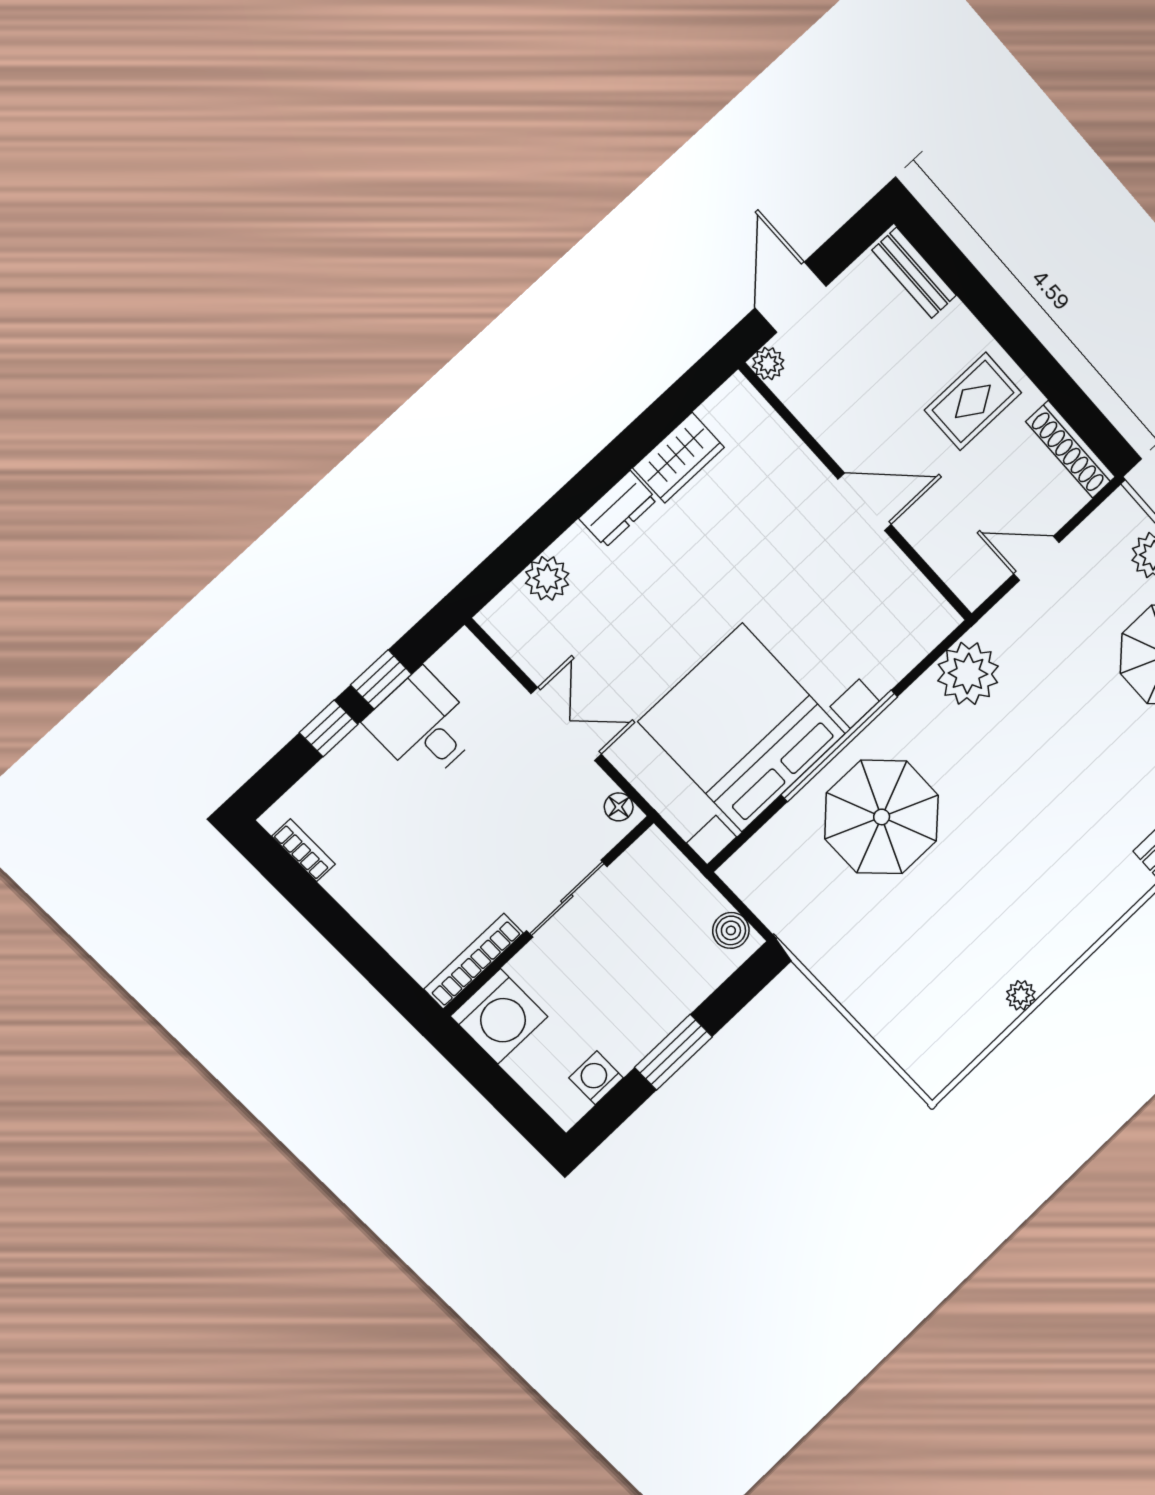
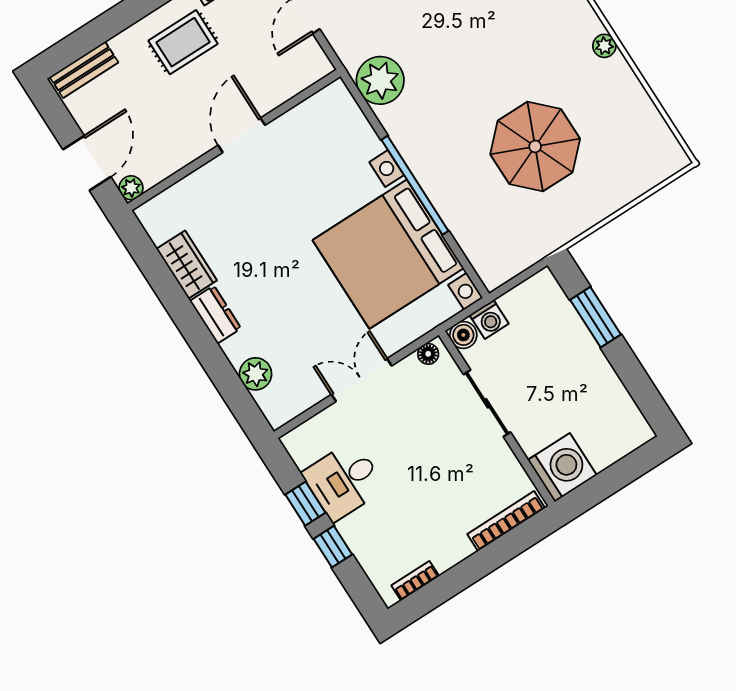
door: (791, 297) -> (87, 163), swing flipped
rug: (973, 401) -> (183, 42), turned 90
parasol: (882, 817) -> (535, 146), moved
boiler: (731, 930) -> (463, 335), moved
bookcase: (474, 961) -> (506, 521), moved, turned 90
plant: (1021, 995) -> (604, 46), moved
window: (673, 1052) -> (595, 317), moved
washing machine: (596, 1078) -> (489, 319), moved, turned -90

